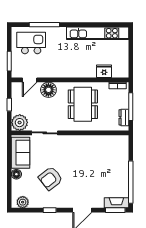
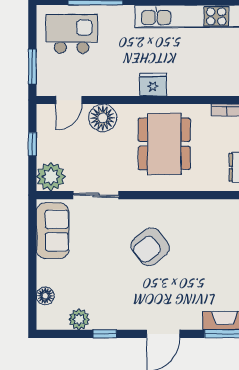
fridge: (104, 71) -> (153, 85), moved
floor lamp: (16, 174) -> (45, 296), moved
armchair: (51, 178) -> (150, 247), moved
plant: (23, 202) -> (79, 319), moved

